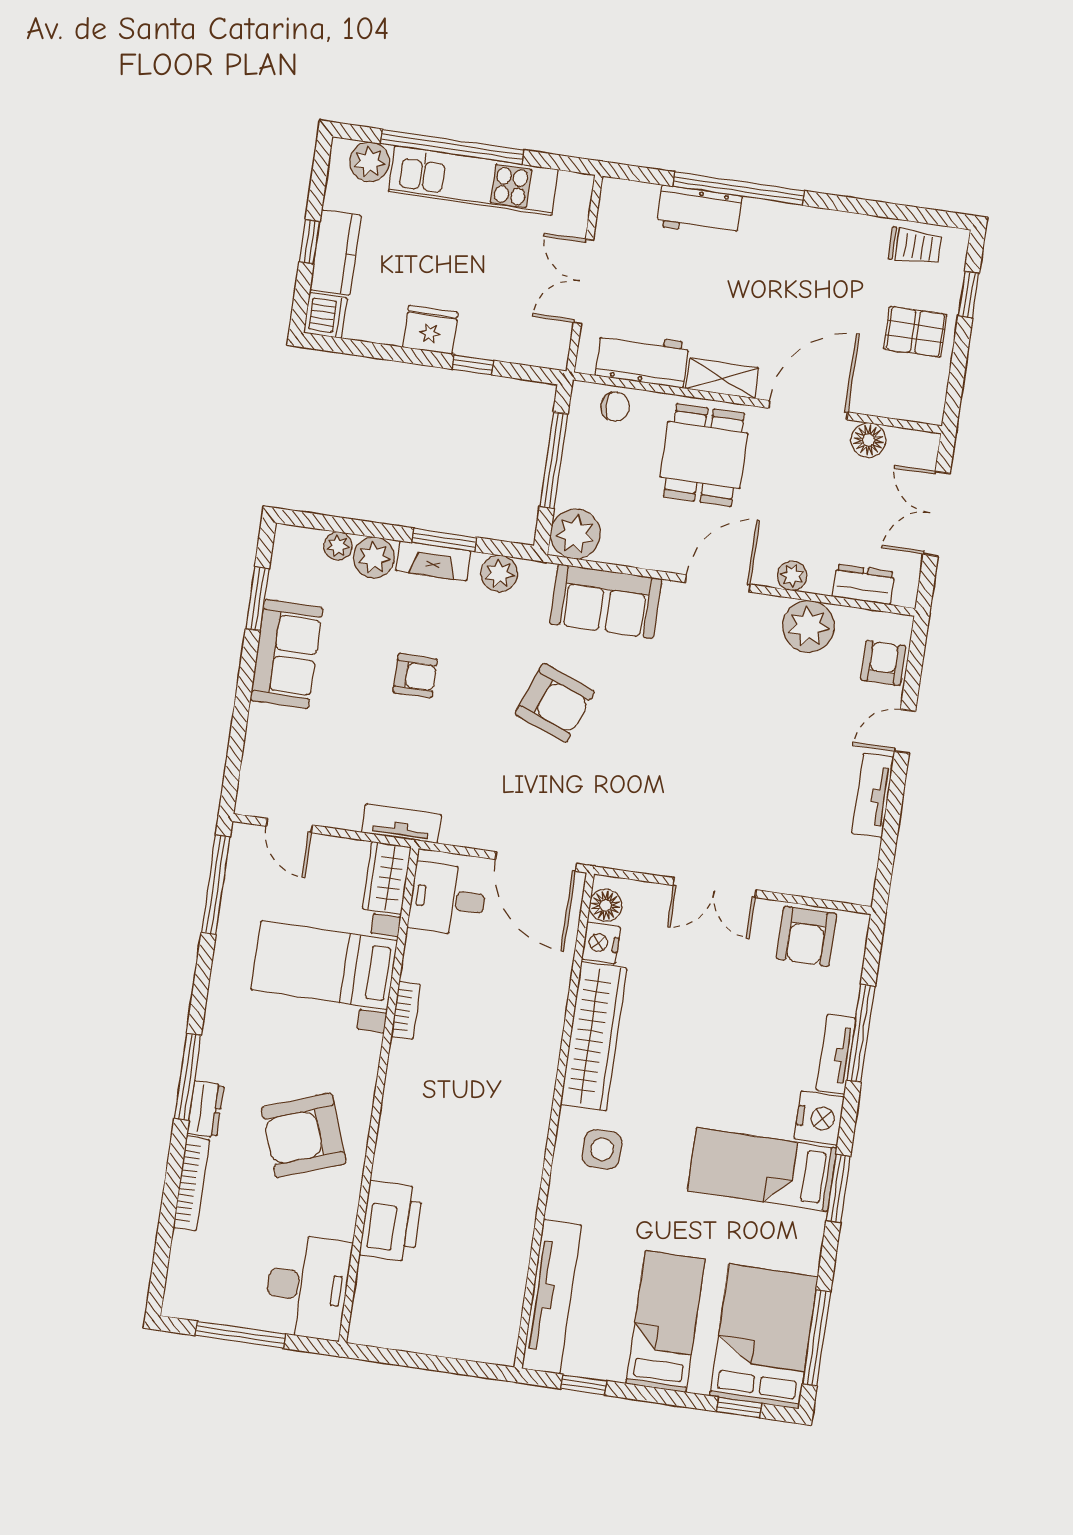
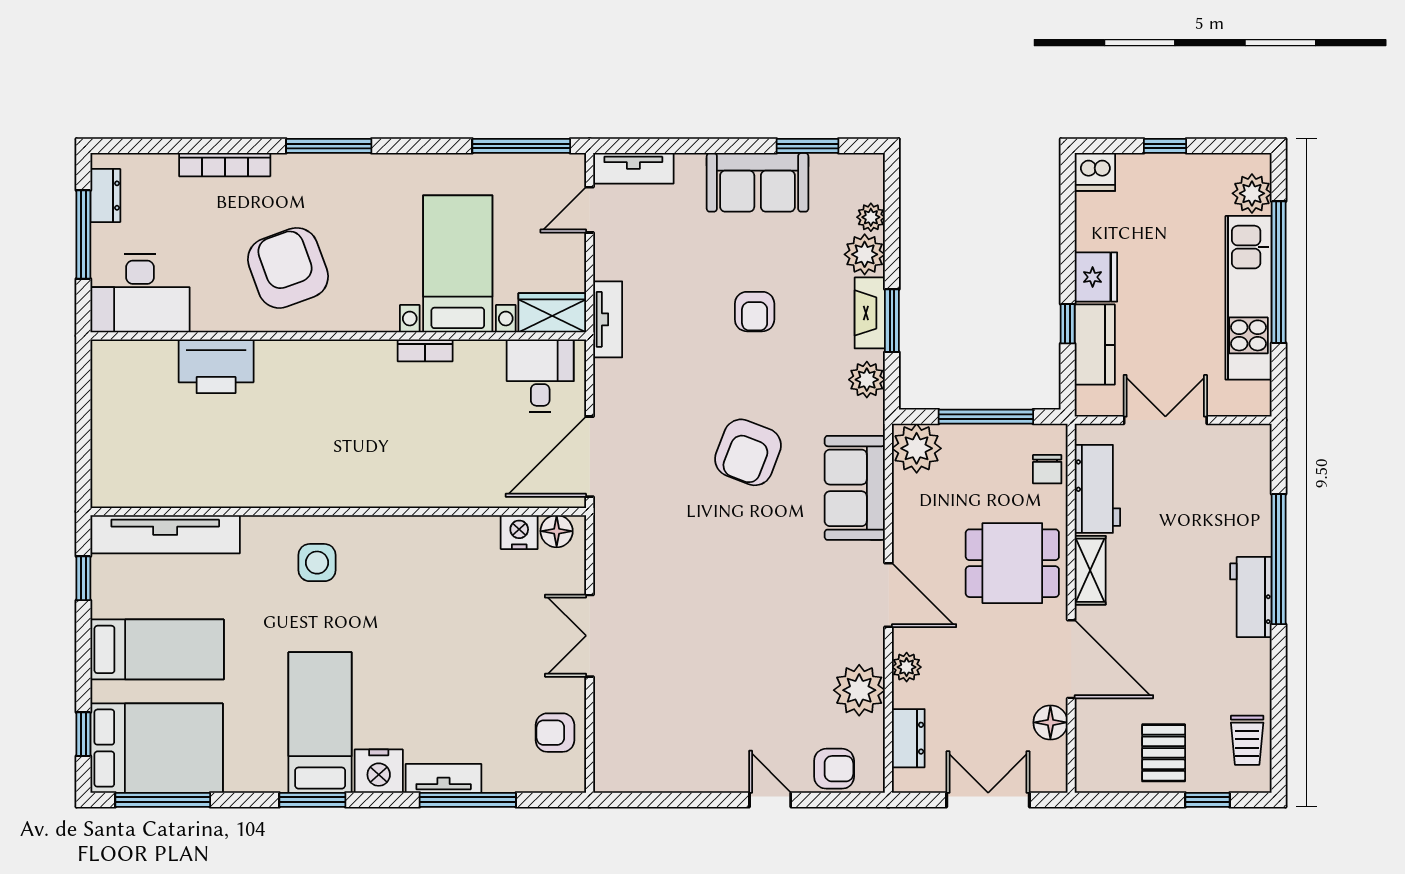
workbench: (699, 211) -> (1251, 597), moved
kitchen counter: (336, 253) -> (1095, 345), moved, turned -90
tv unit: (873, 796) -> (633, 168), moved, turned 180
armchair: (806, 936) -> (555, 733), width x0.72, depth x0.72
wardrobe: (594, 1036) -> (426, 538), removed
dresser: (205, 1109) -> (105, 196), moved, turned -90

